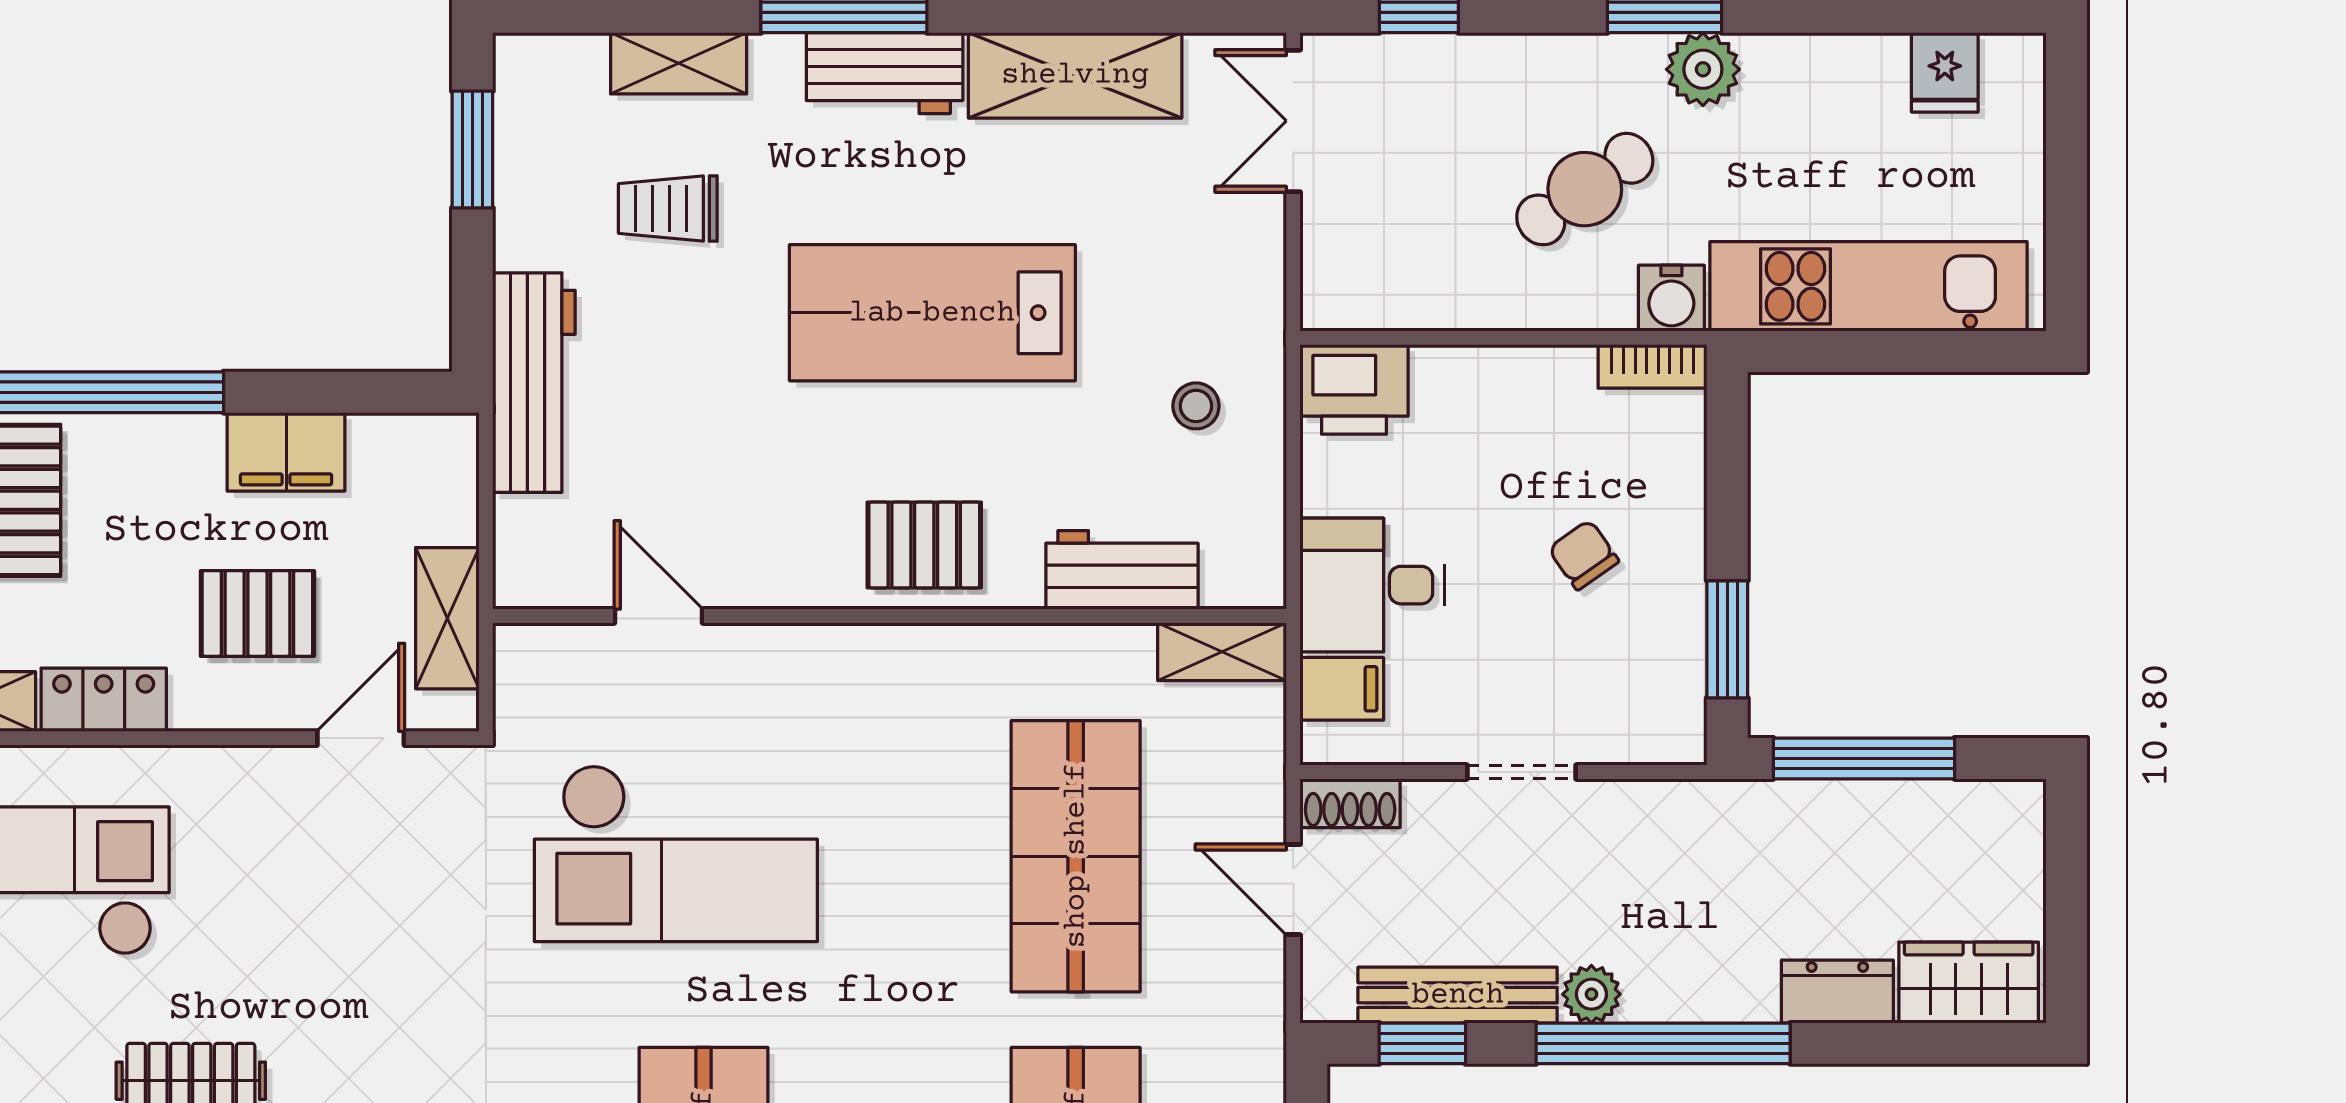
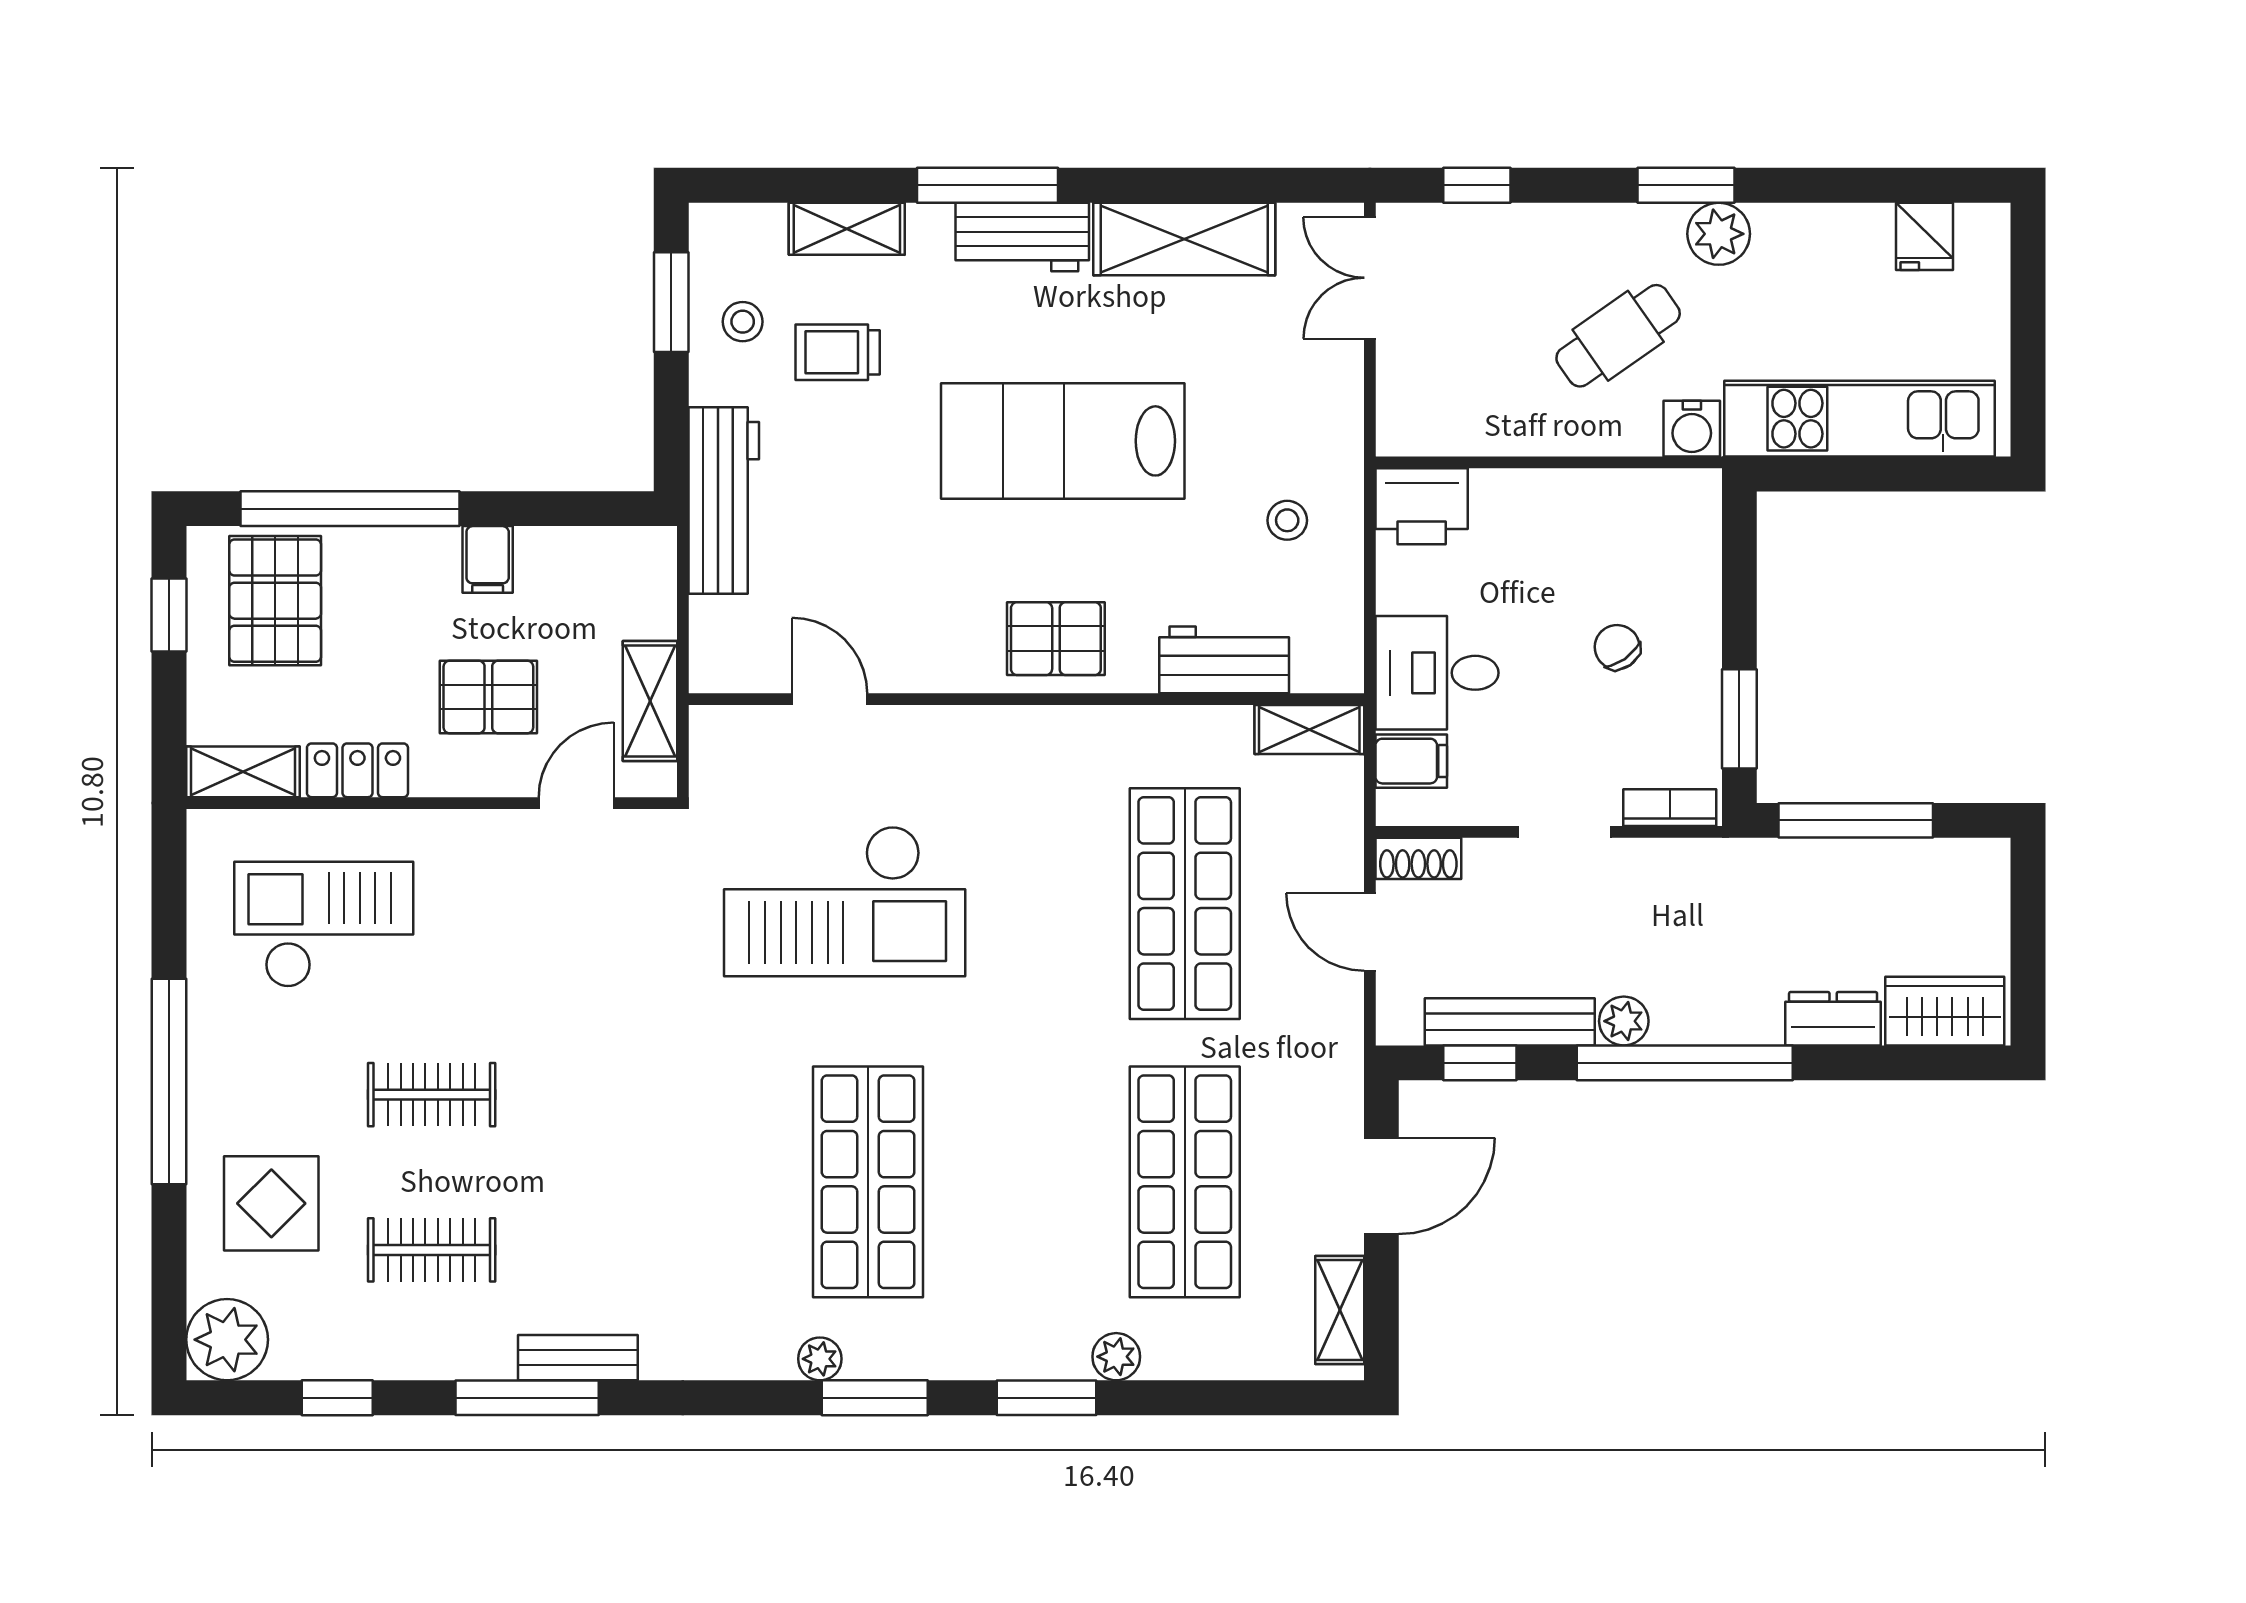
stool: (556, 172) -> (743, 322), added
bookcase: (1652, 366) -> (1670, 808), moved, turned 180
filing cabinet: (286, 452) -> (488, 559), width x0.50

